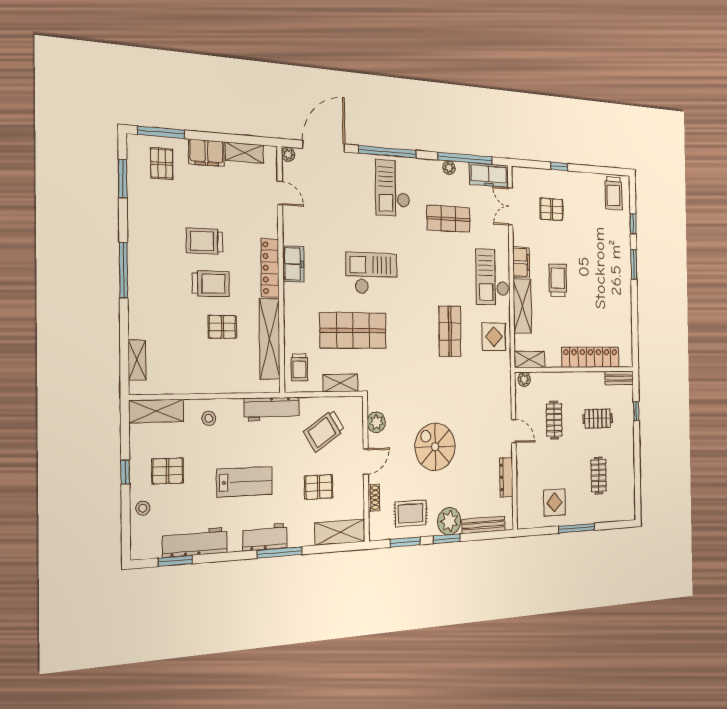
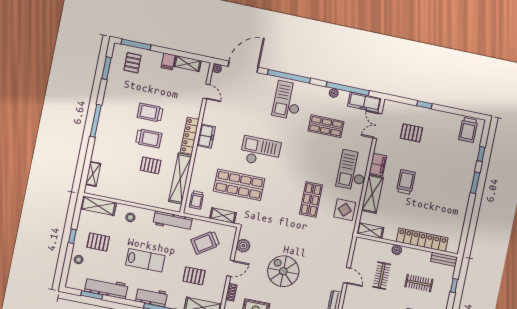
filing cabinet: (206, 153) -> (168, 61), width x0.50
plant: (524, 379) -> (397, 250), moved

